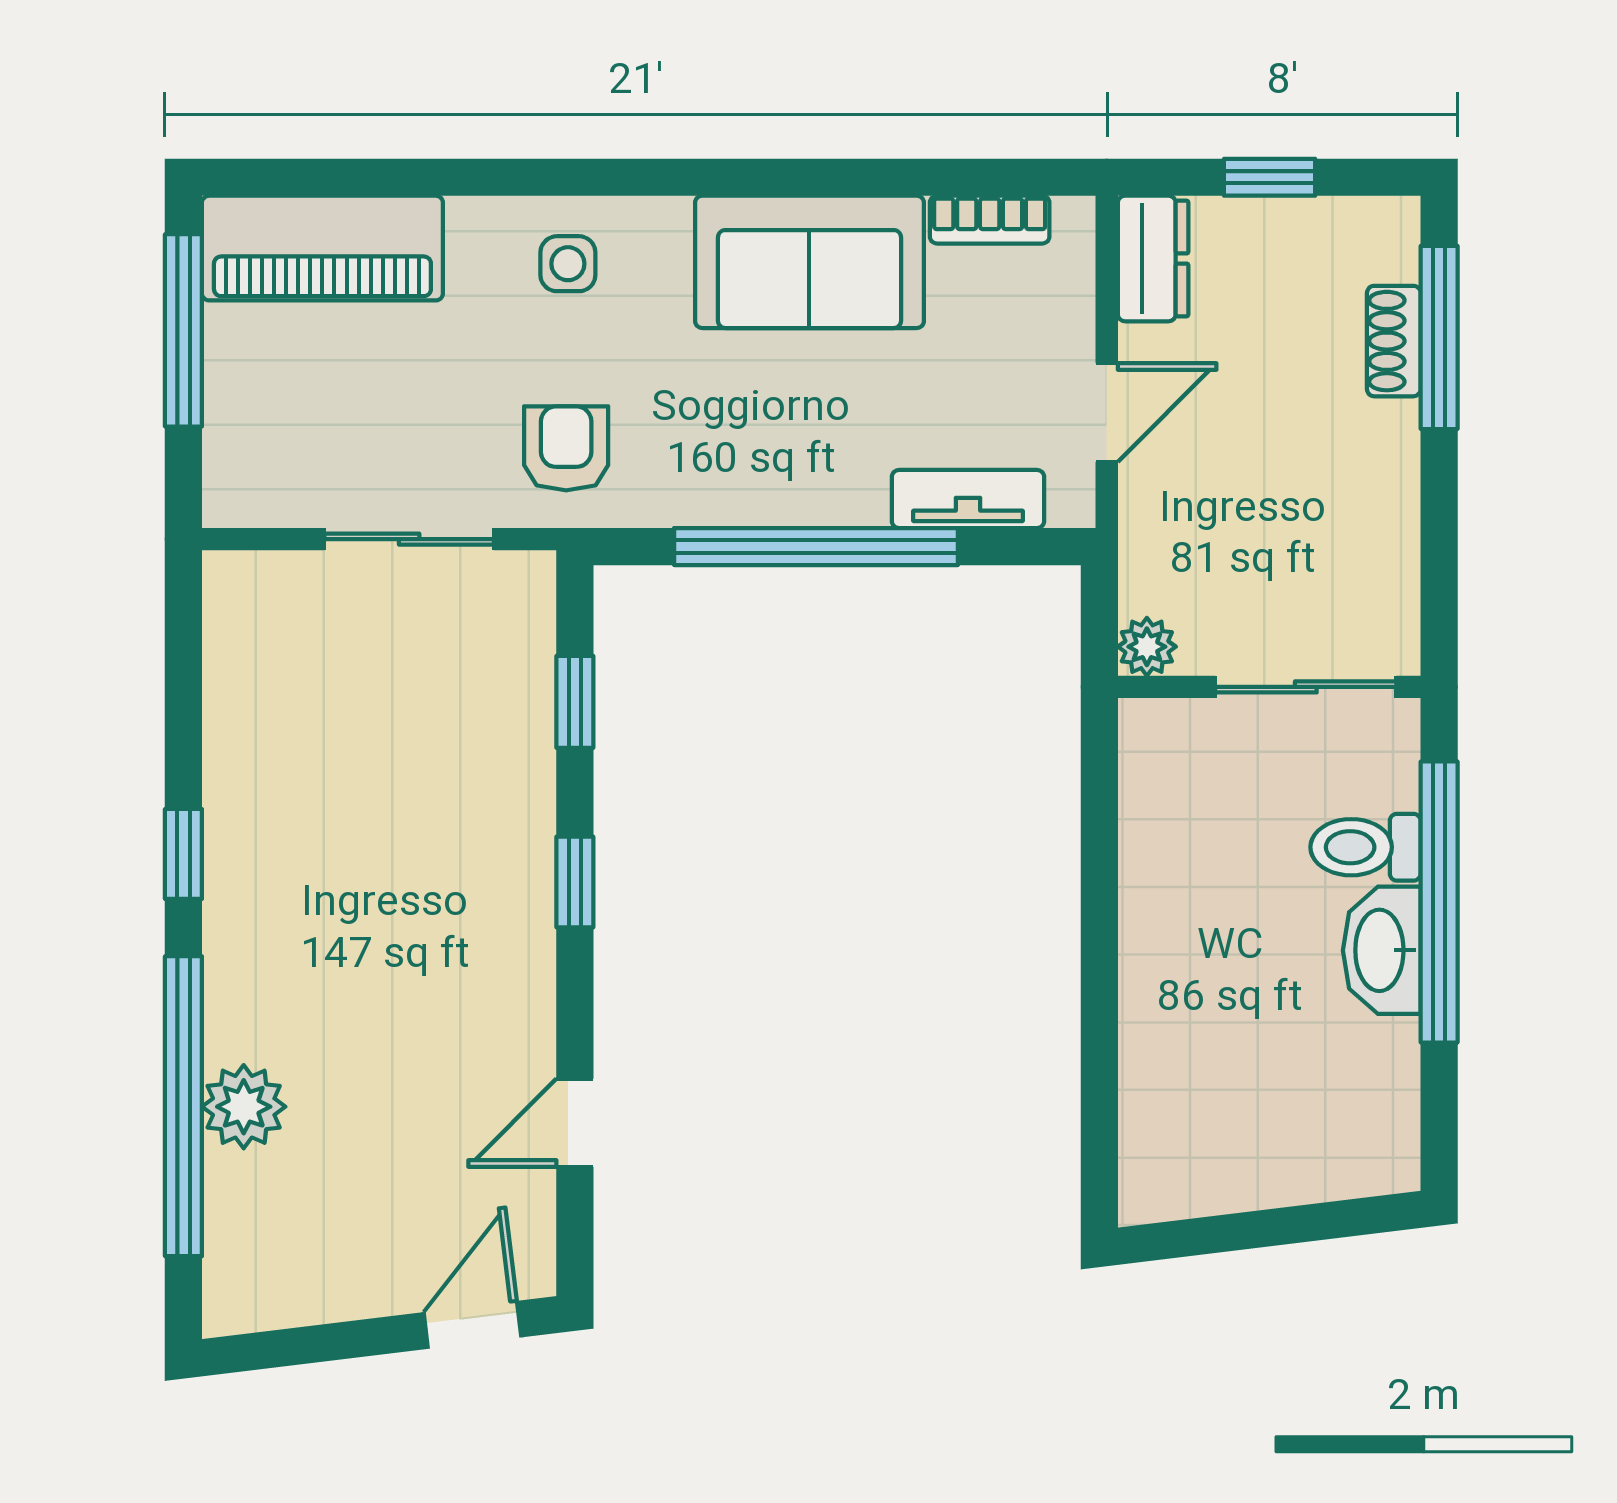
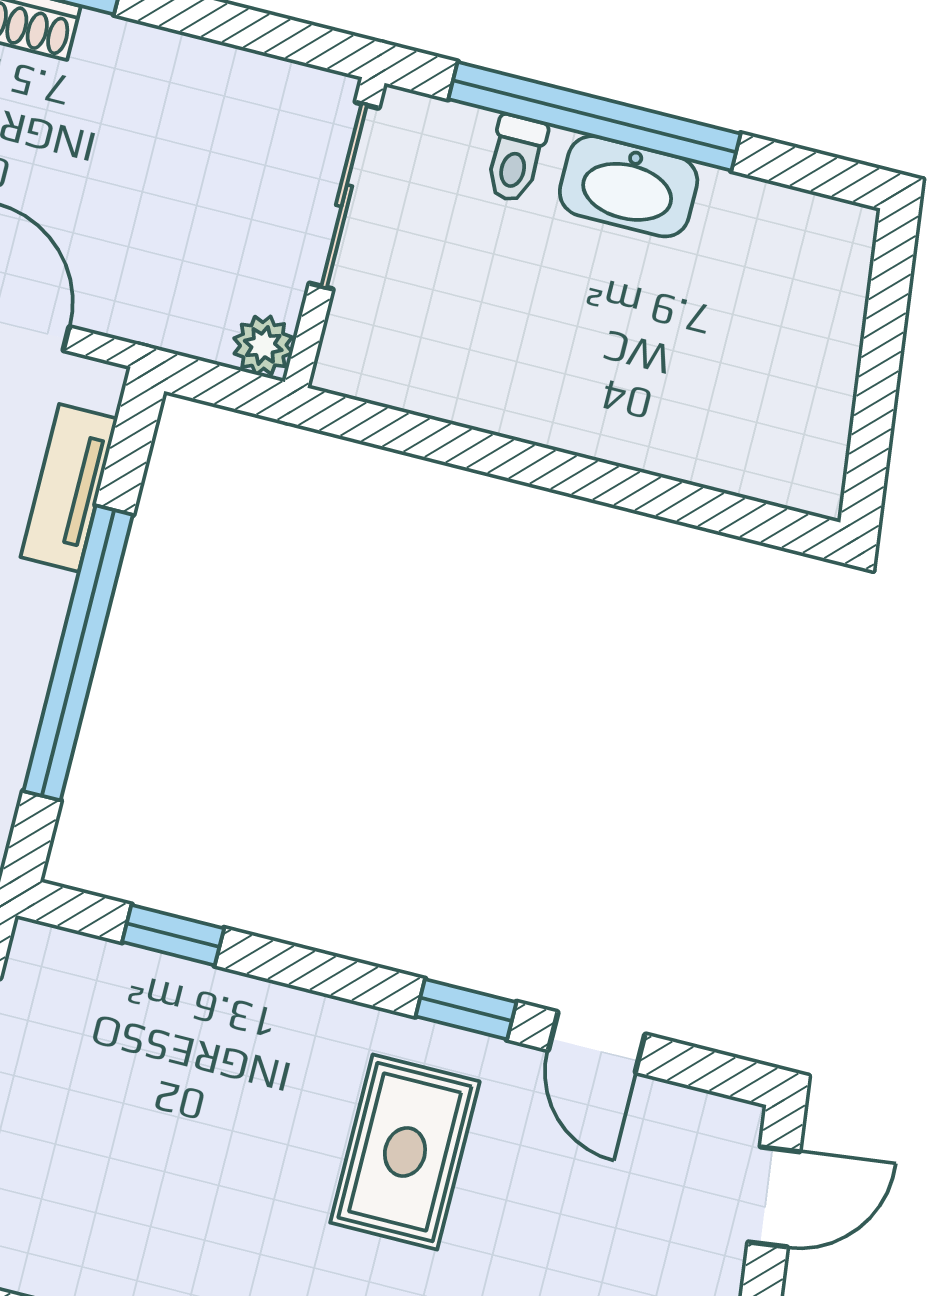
toilet: (1366, 847) -> (515, 159), width x0.73, depth x0.72
window: (575, 882) -> (466, 1009), moved
rug: (427, 970) -> (405, 1152), added
door: (472, 1325) -> (774, 1197), swing flipped

